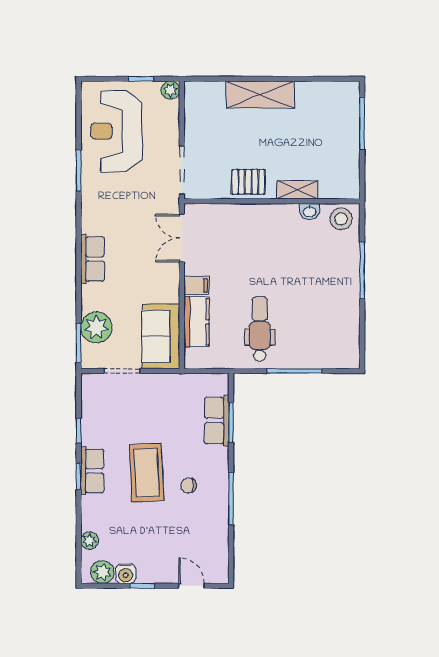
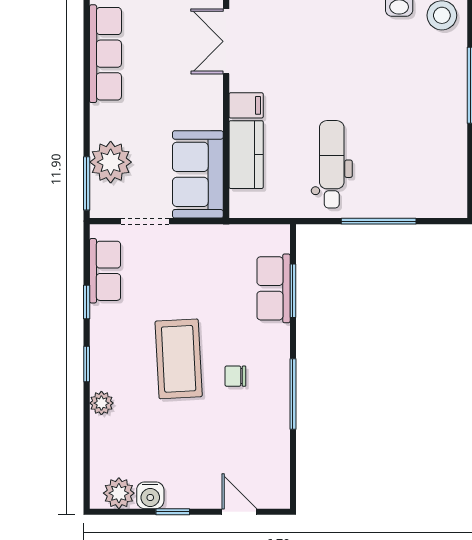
row of seats: (92, 259) -> (105, 54), width x1.48
row of seats: (92, 471) -> (105, 271), moved
plant: (90, 541) -> (101, 403), moved

